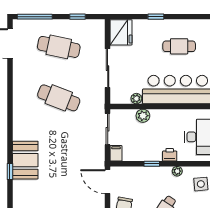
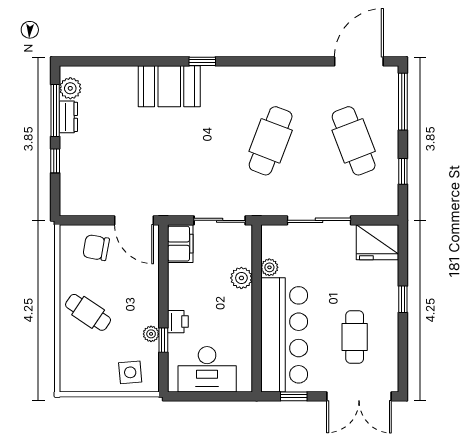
cafe table: (59, 47) -> (354, 141), turned -33
filing cabinet: (116, 153) -> (180, 244), width x2.00
window: (152, 164) -> (163, 340), moved
window: (10, 172) -> (202, 61), moved
door: (108, 182) -> (134, 220), swing flipped

